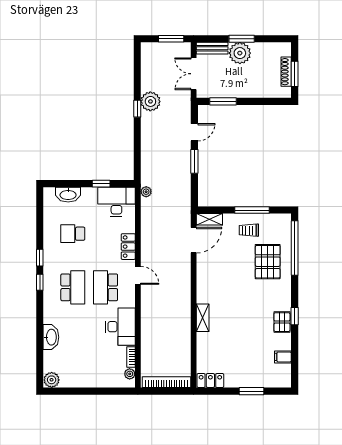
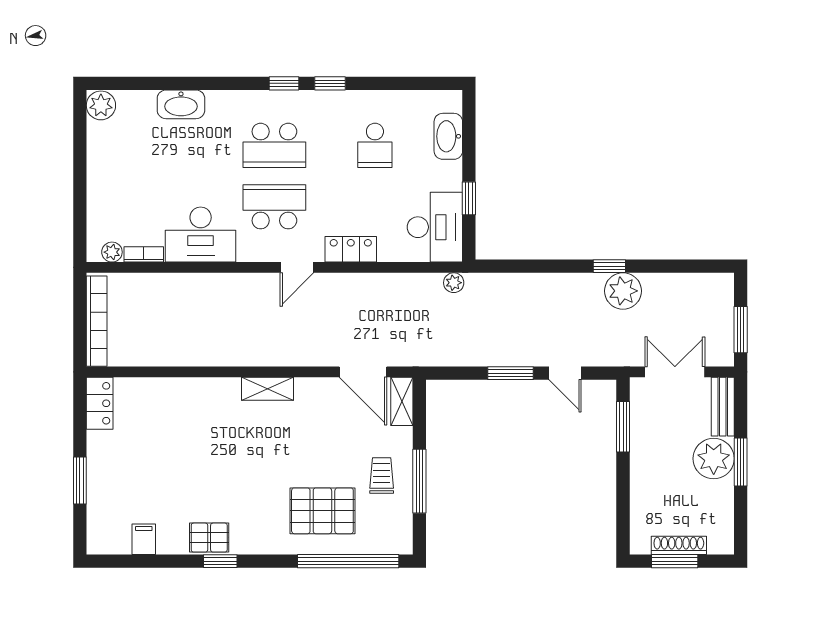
school desk: (73, 234) -> (375, 145), turned 180
shelving: (203, 318) -> (267, 389), moved

